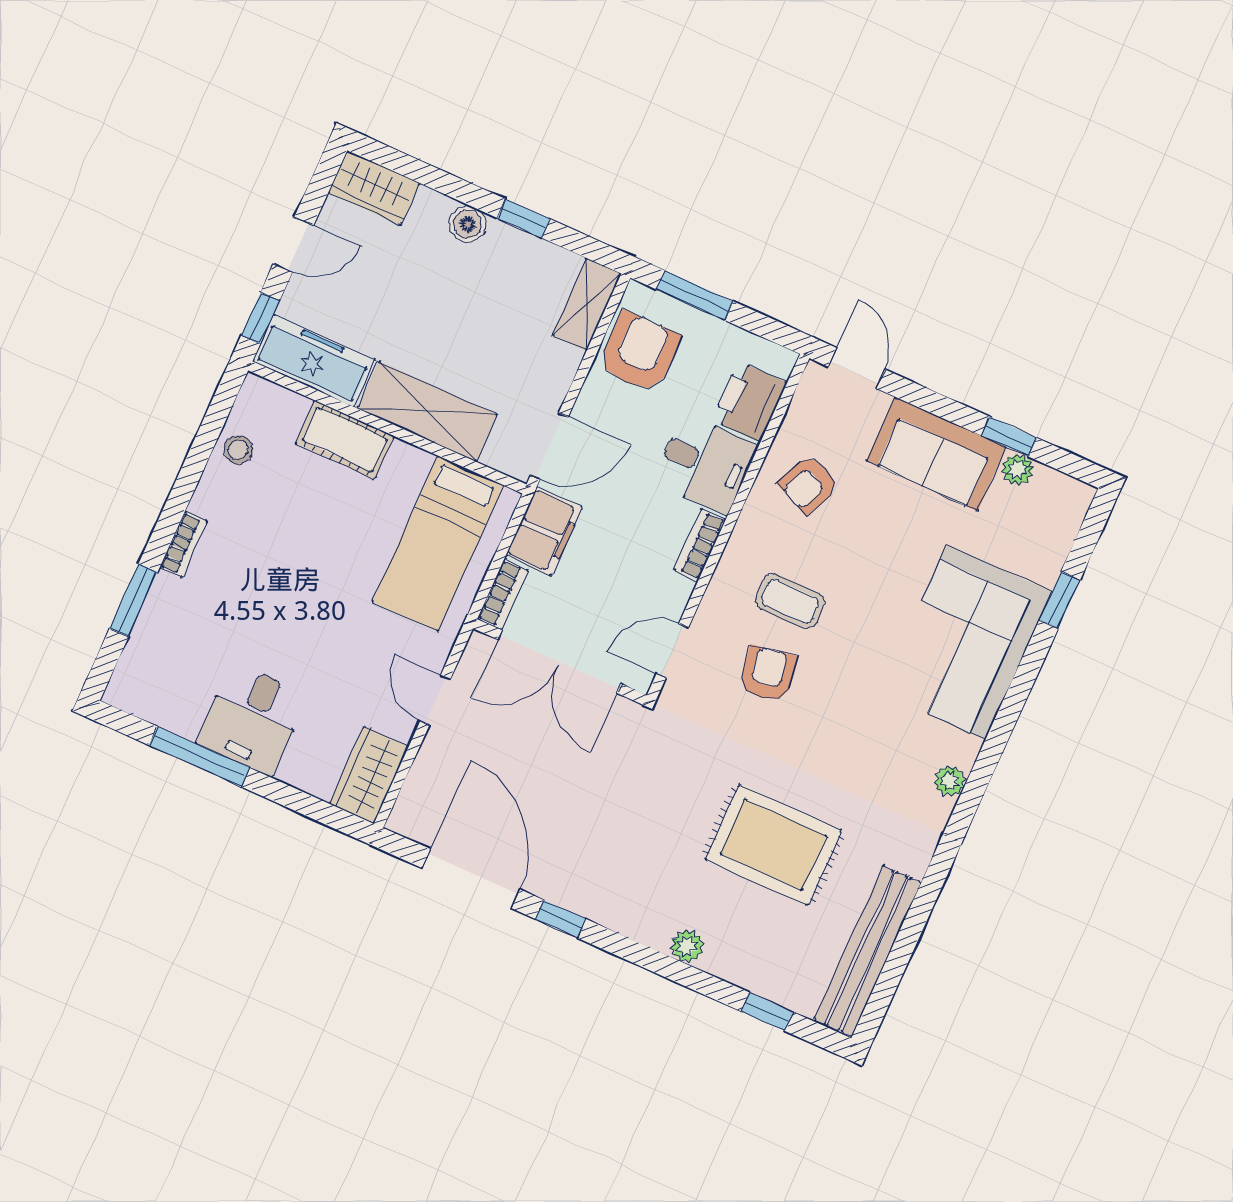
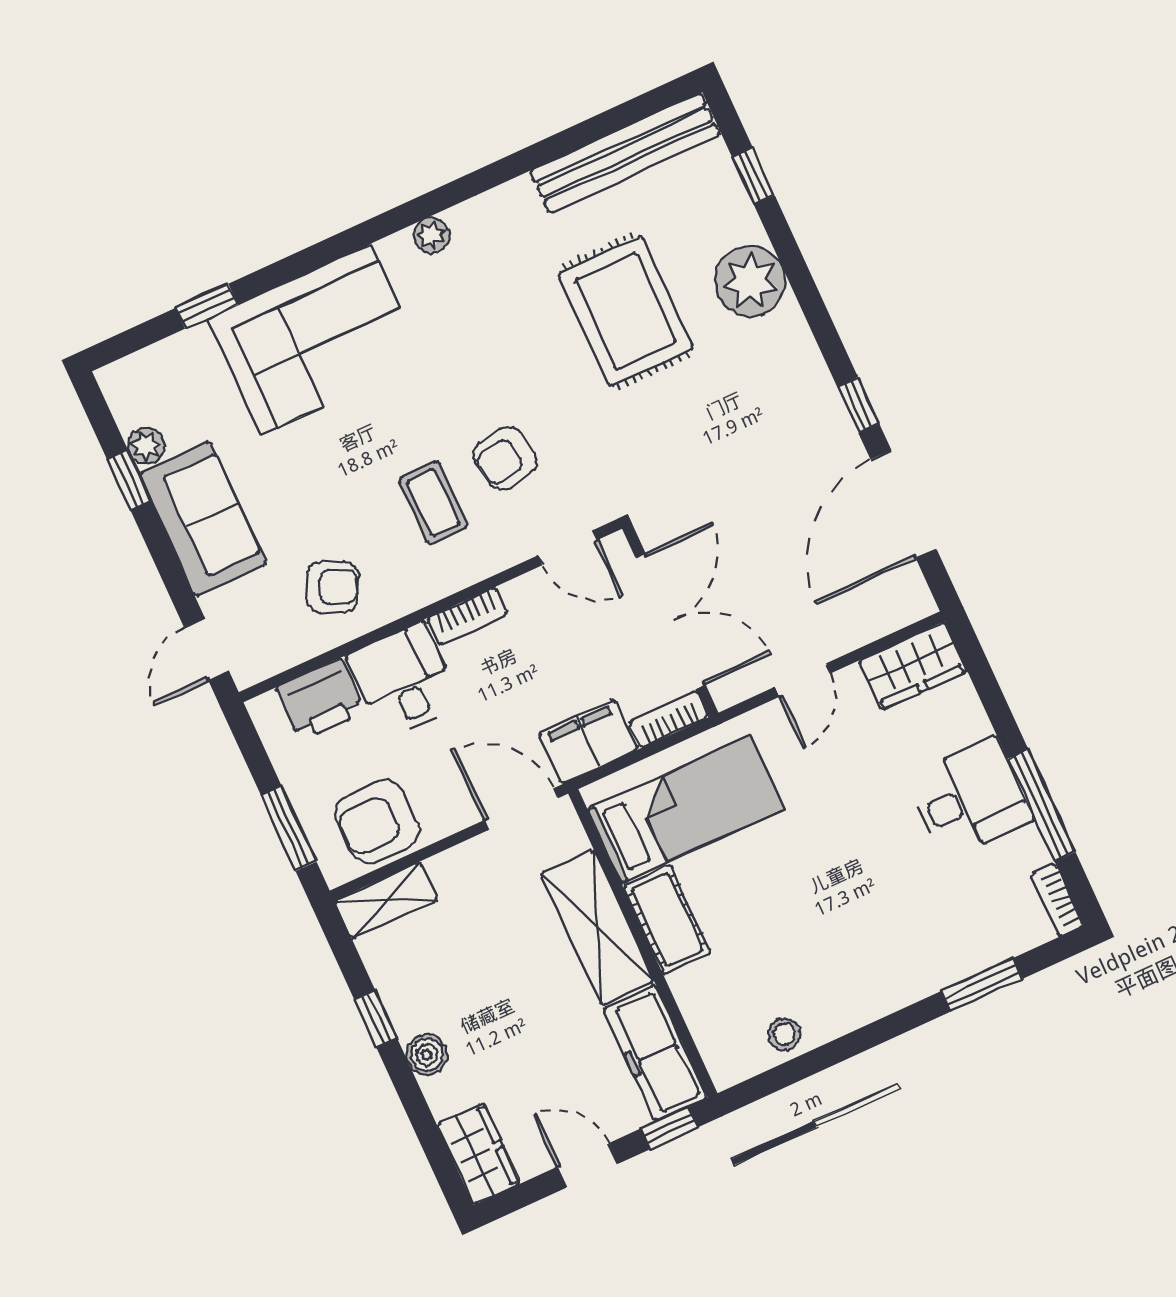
cot: (345, 440) -> (667, 919), moved
bookcase: (183, 544) -> (1057, 900), moved, turned -90
plant: (687, 946) -> (750, 281), width x1.88, depth x1.88

